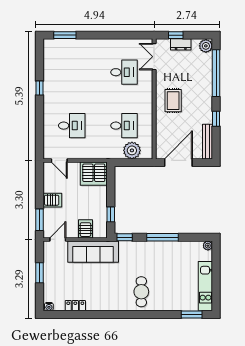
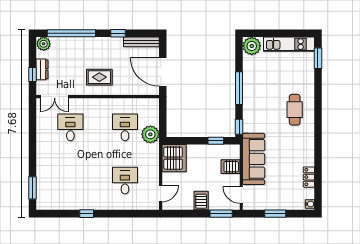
plant: (132, 150) -> (150, 134), moved
plant: (208, 246) -> (252, 46), width x1.87, depth x1.87
cafe table: (141, 292) -> (295, 110), turned 90

